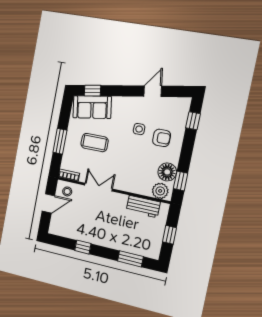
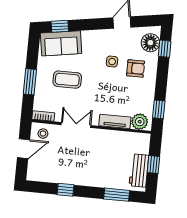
floor lamp: (167, 172) -> (150, 43), moved
tv unit: (136, 188) -> (115, 121), added
workbench: (143, 207) -> (139, 171), moved, turned 90

